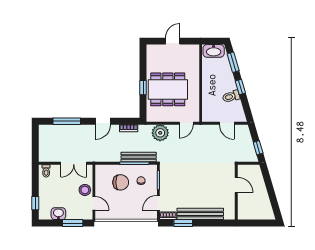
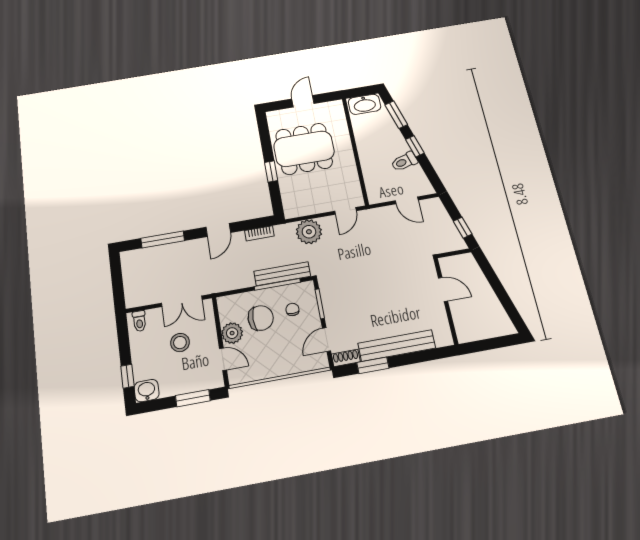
dining table: (168, 89) -> (304, 149), moved
plant: (102, 188) -> (232, 333), added
stool: (85, 190) -> (180, 343), moved
washbasin: (58, 214) -> (147, 391), moved

